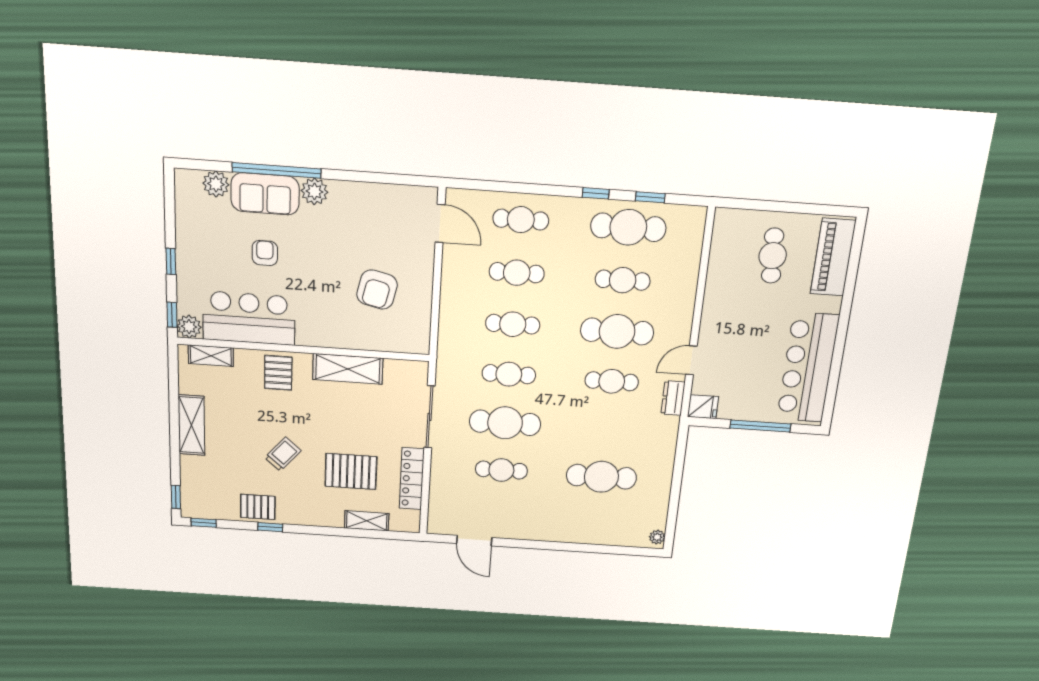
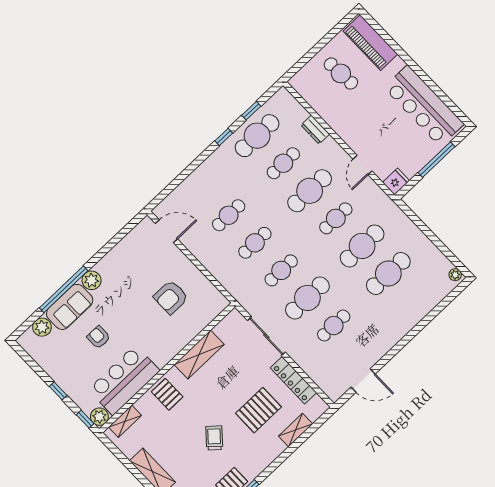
cafe table: (521, 220) -> (362, 246), moved, width x1.37, depth x1.35
armchair: (377, 290) -> (171, 297), turned 77
dresser: (673, 398) -> (315, 130), moved

